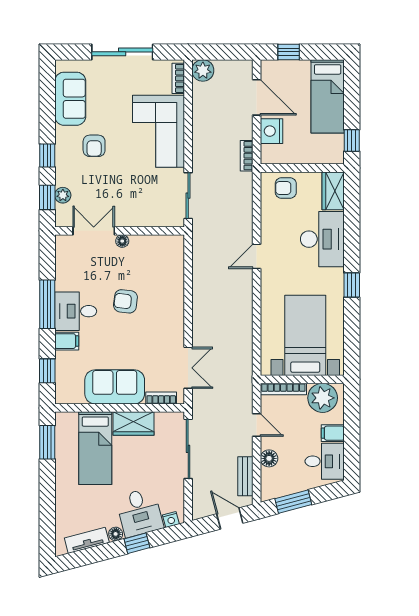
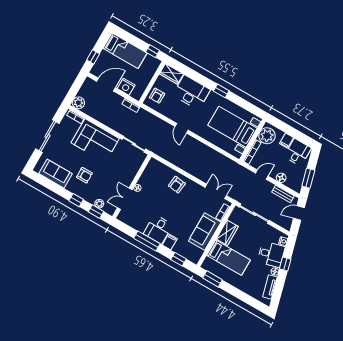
armchair: (125, 301) -> (177, 185), moved

